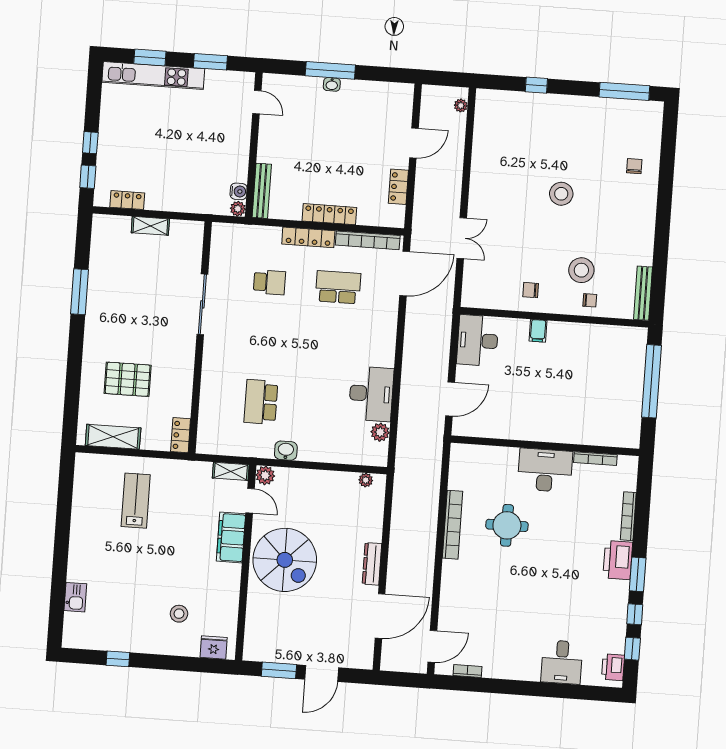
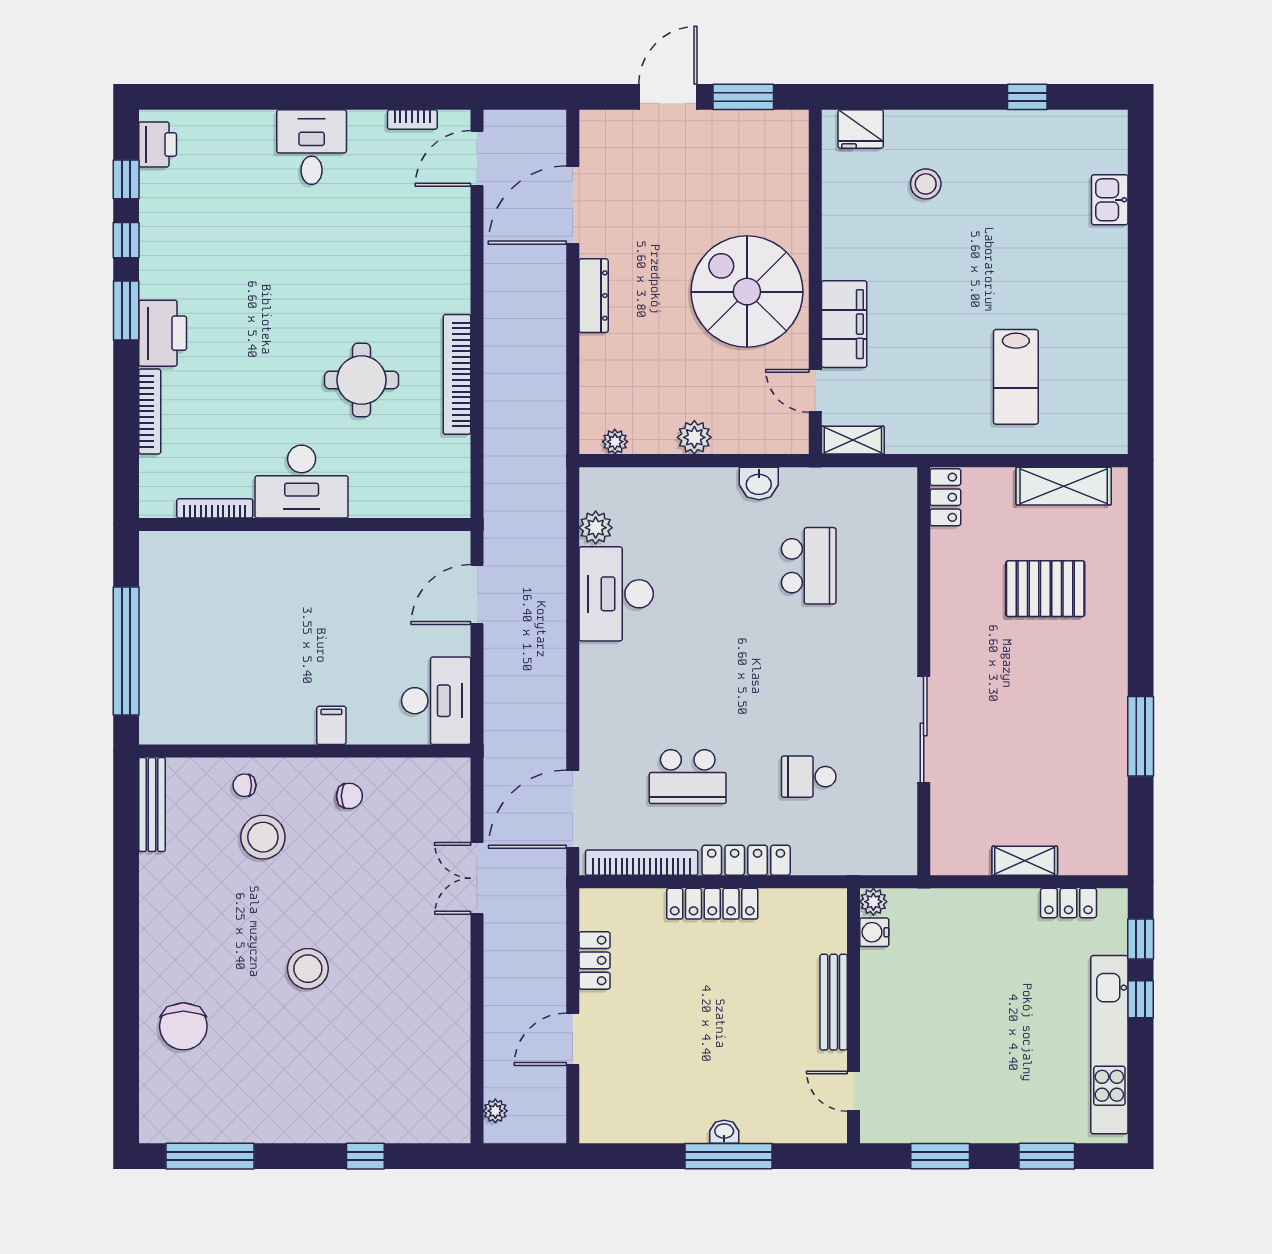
kitchen unit: (153, 75) -> (1109, 1045), moved, turned -90
chair: (634, 166) -> (183, 1026), width x1.87, depth x1.87
bench: (262, 191) -> (834, 1002), moved
plant: (265, 475) -> (694, 437), moved
desk: (562, 662) -> (312, 147), moved

